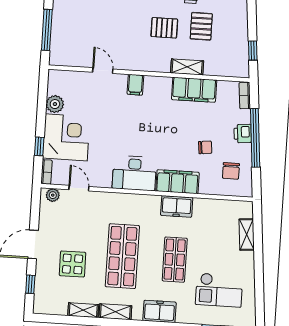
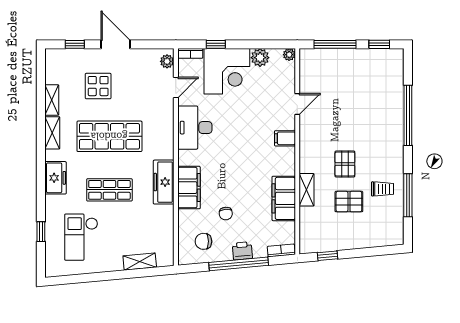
plant: (54, 75) -> (289, 55), added
desk: (134, 173) -> (195, 128), moved
freezer: (177, 206) -> (164, 182), width x1.40

